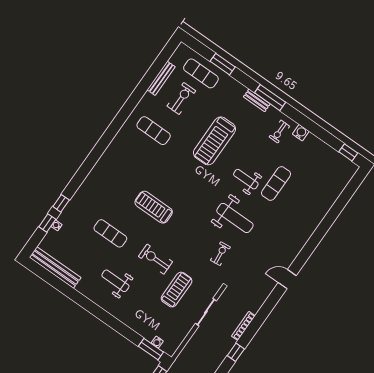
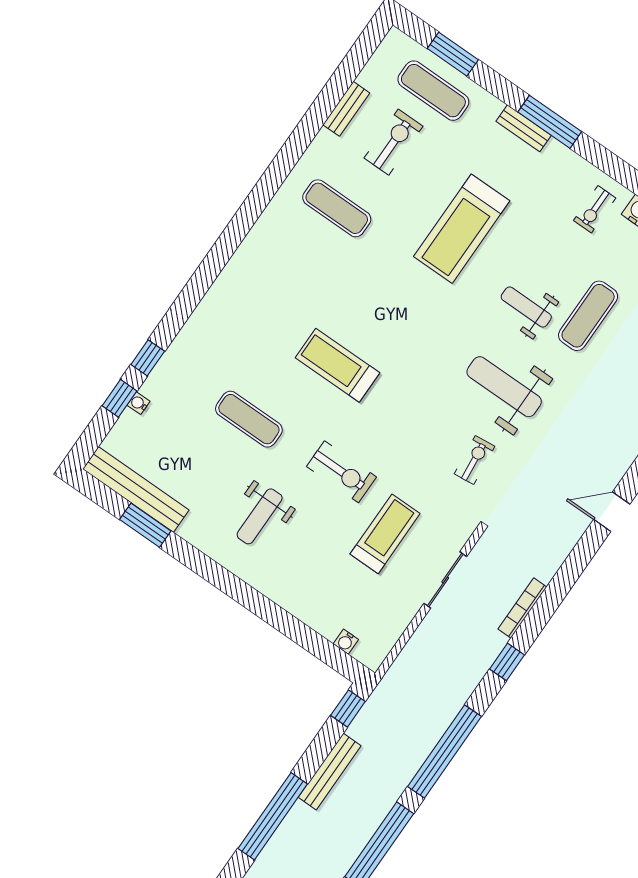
window: (223, 64) -> (453, 54), moved
bench: (161, 78) -> (346, 109), width x0.73
window: (270, 98) -> (550, 122), moved
bench: (257, 100) -> (524, 128), moved
weight bench: (235, 218) -> (504, 387), turned 180
exercise bike: (155, 259) -> (342, 472), turned 180
weight bench: (115, 281) -> (260, 516), turned -90
window: (151, 349) -> (145, 525), moved

